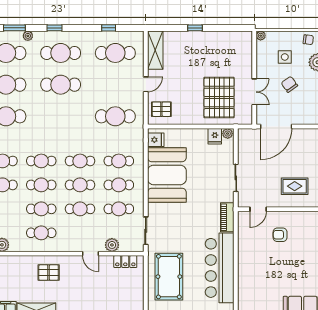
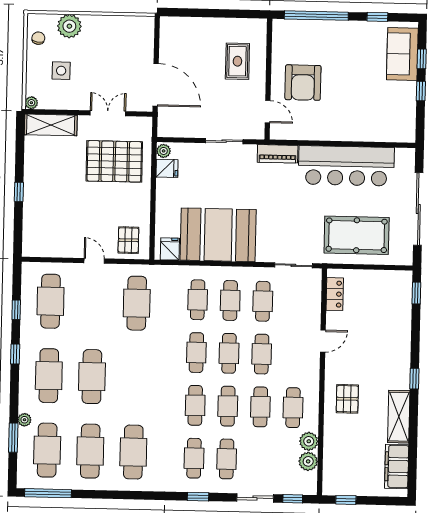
window: (54, 28) -> (15, 354), moved
shelving: (155, 50) -> (51, 125), moved
chair: (289, 84) -> (98, 65), removed
armchair: (280, 235) -> (303, 83), width x1.88, depth x1.88
plant: (112, 245) -> (309, 441), moved

